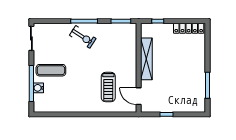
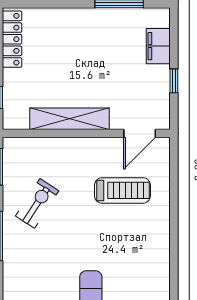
exercise bike: (83, 37) -> (37, 203), moved
filing cabinet: (185, 106) -> (158, 46), added

